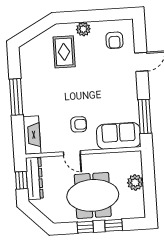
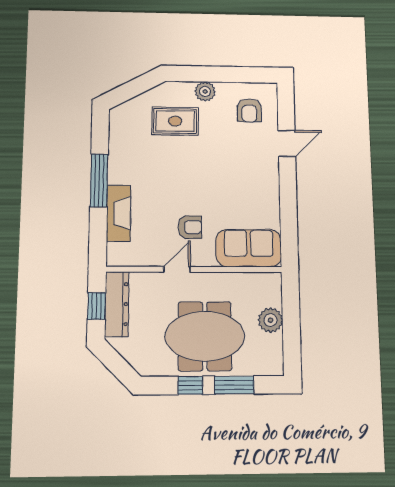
rug: (64, 52) -> (175, 121), turned 90
window: (145, 116) -> (289, 222), removed
fireplace: (32, 135) -> (119, 213), moved
door: (72, 153) -> (177, 269), swing flipped
window: (114, 225) -> (234, 385), width x1.50

